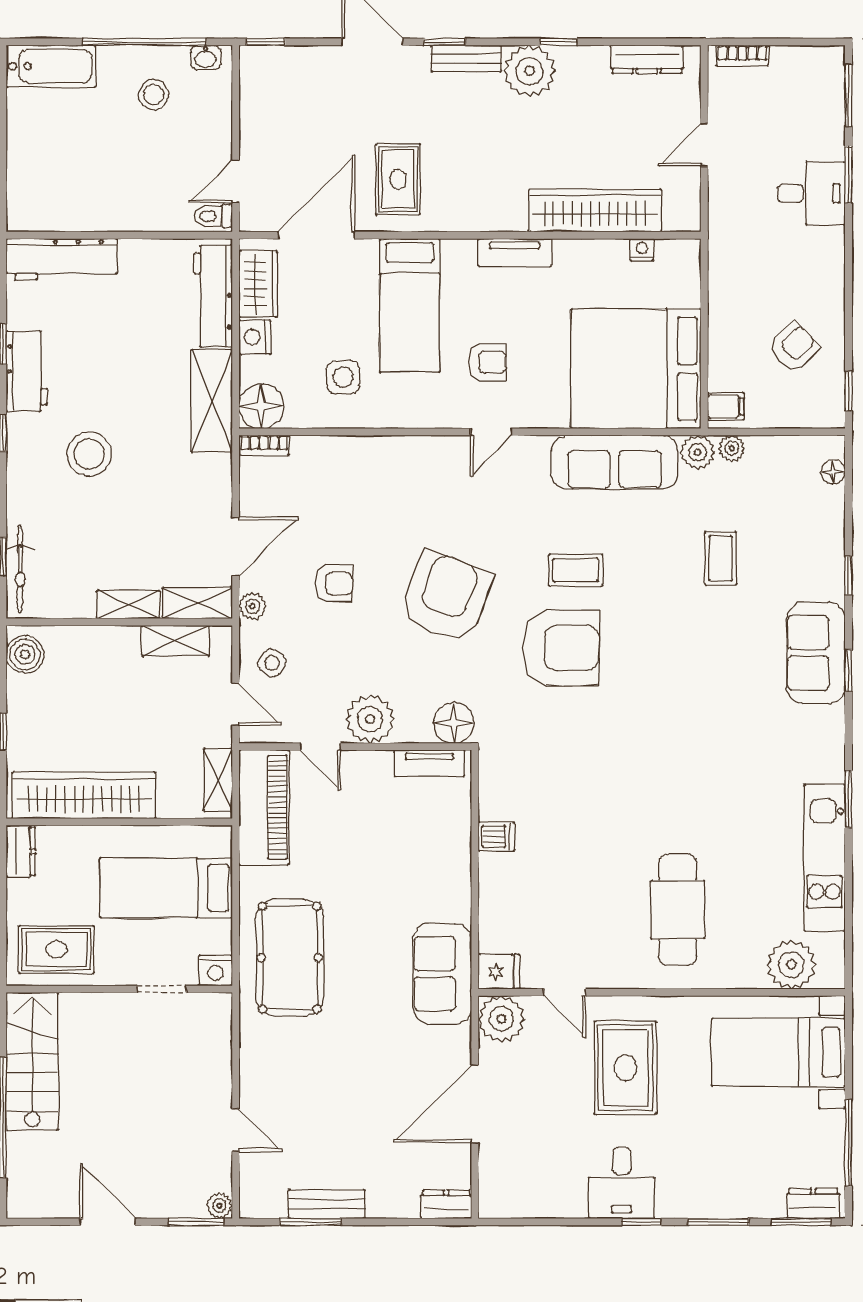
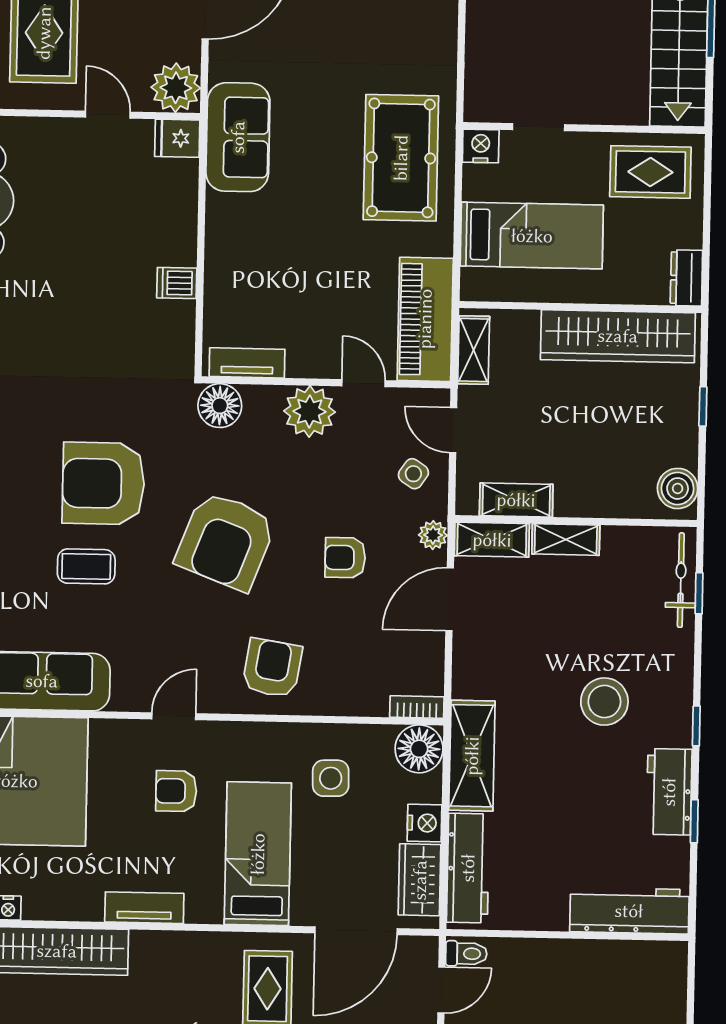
armchair: (400, 479) -> (272, 668), added

